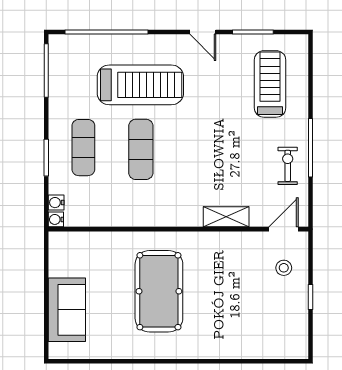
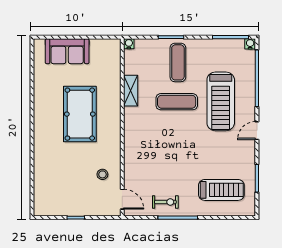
door: (203, 32) -> (257, 131), moved
exercise mat: (83, 148) -> (178, 62), turned 90
water cooler: (56, 203) -> (250, 44), moved
shelving: (226, 217) -> (131, 91), moved
stool: (284, 268) -> (102, 174), moved
pool table: (159, 291) -> (80, 114), turned 90

